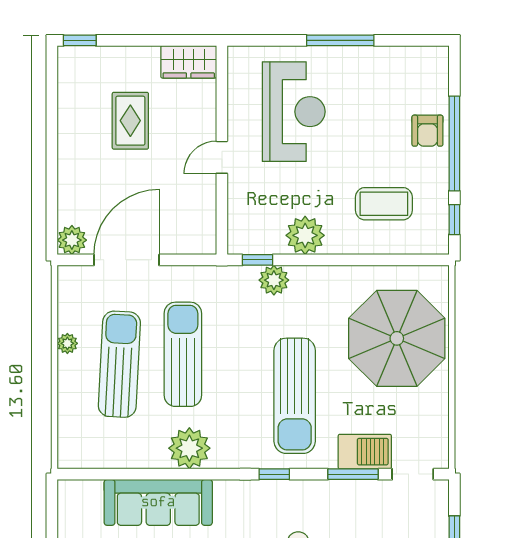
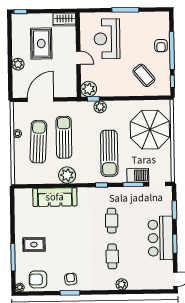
reception desk: (294, 112) -> (107, 39), turned 180
rug: (130, 121) -> (41, 44), width x1.36, depth x1.43
door: (222, 157) -> (78, 58), swing flipped
coffee table: (384, 204) -> (144, 75), turned 50
plant: (305, 235) -> (89, 89), moved
plant: (72, 240) -> (18, 64), moved

